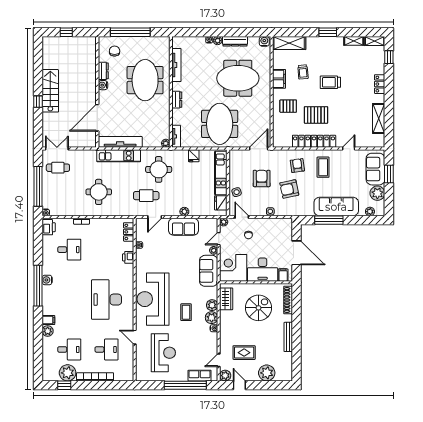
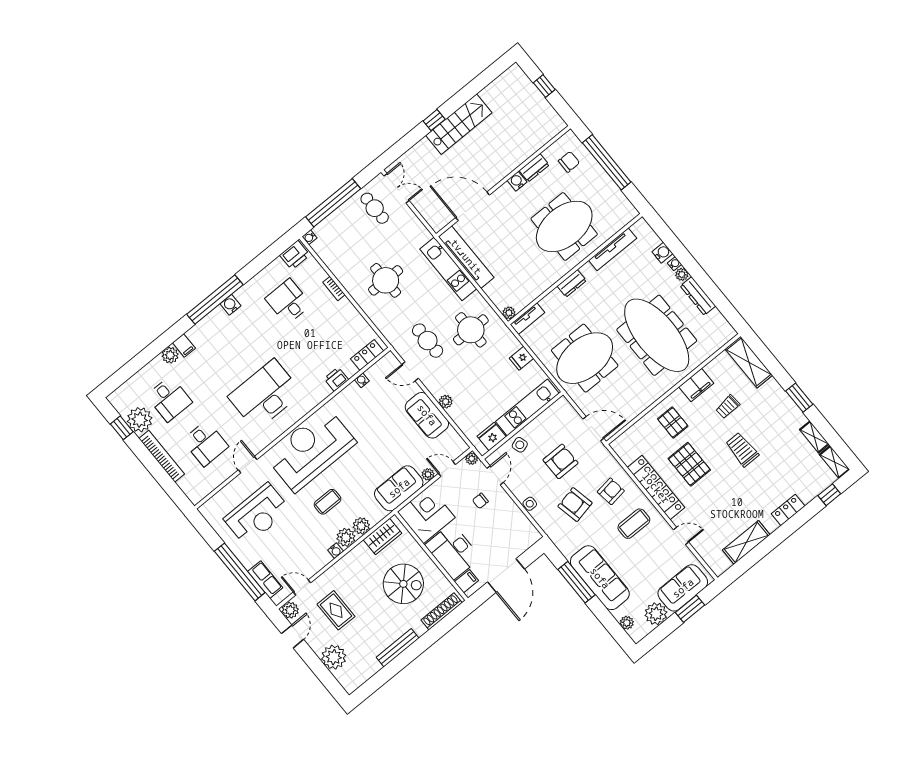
water cooler: (264, 41) -> (663, 253), moved
meeting table: (238, 78) -> (657, 335), width x1.36
desk: (69, 250) -> (288, 302), turned 180

